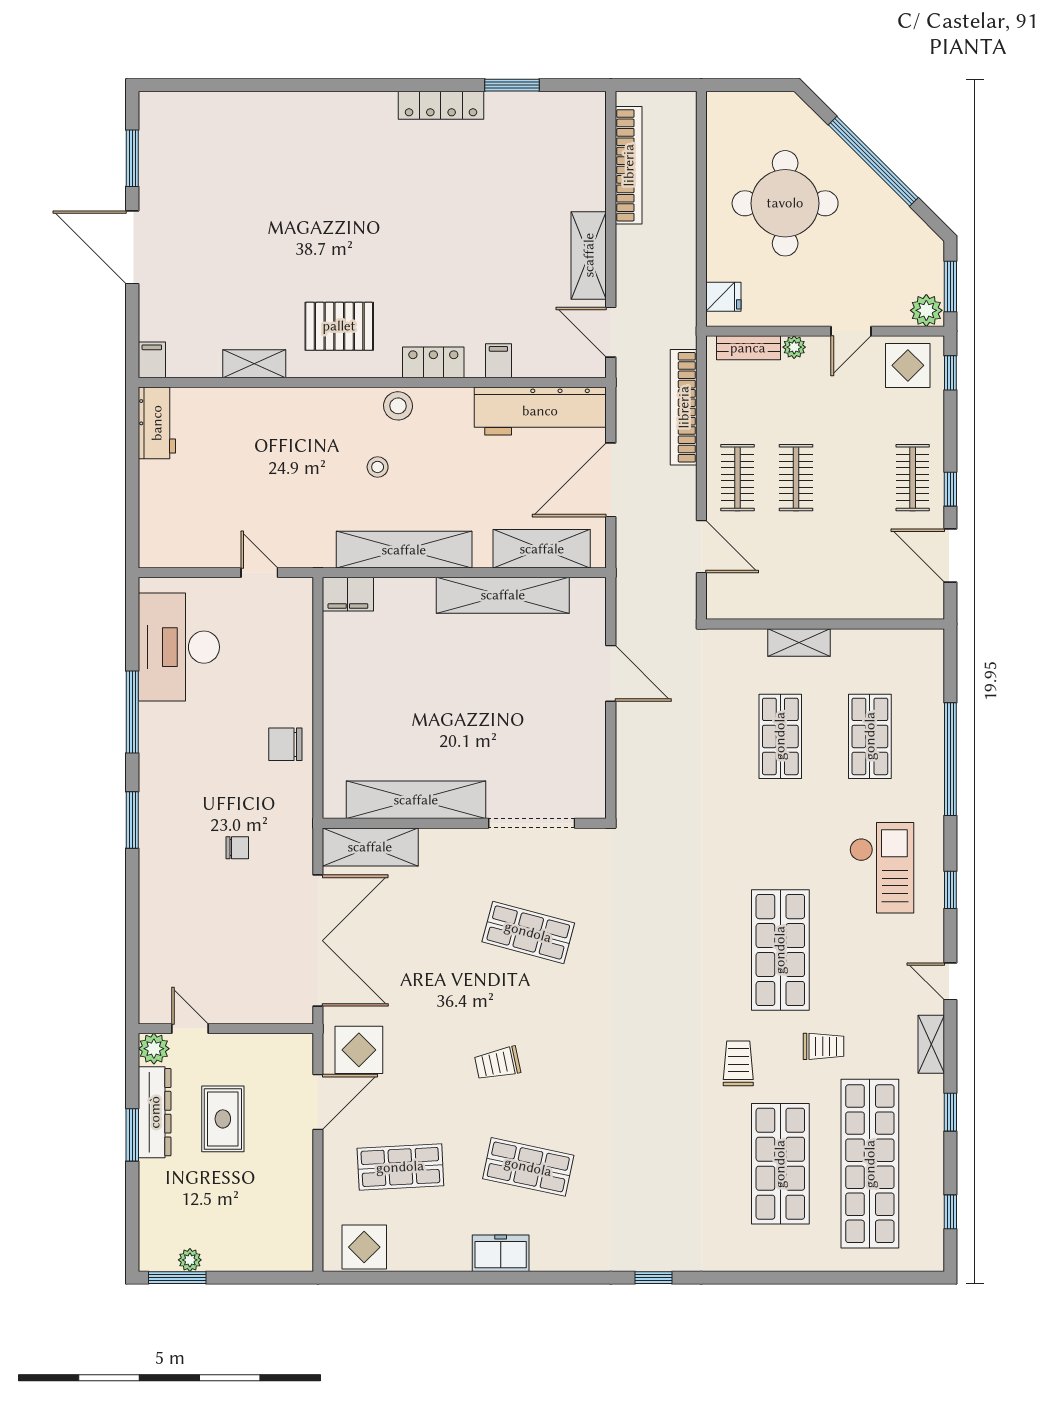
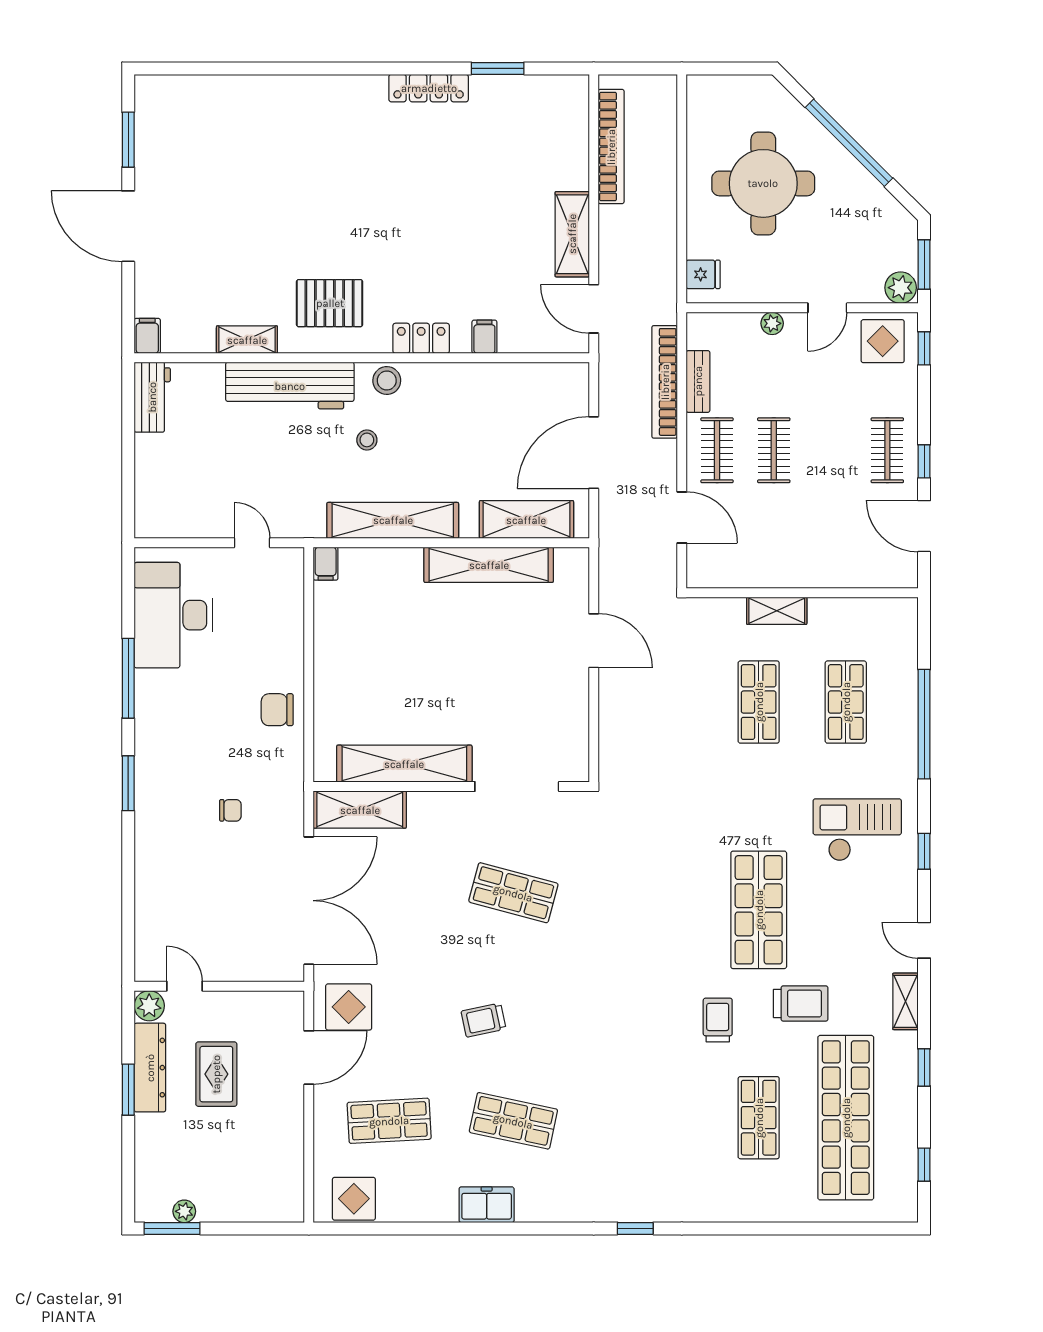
bench: (748, 348) -> (698, 381), moved, turned 90
workbench: (540, 411) -> (290, 386), moved
filing cabinet: (348, 594) -> (326, 564), width x0.50
checkout: (882, 868) -> (857, 830), turned -90
trolley: (824, 1046) -> (801, 1003), width x1.36, depth x1.39
shop shelf: (780, 1164) -> (759, 1118), width x0.70, depth x0.74

